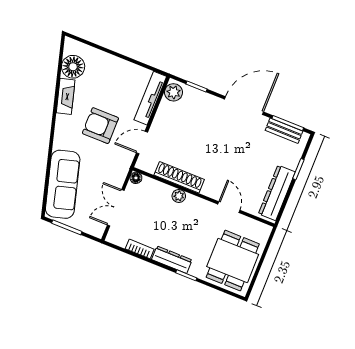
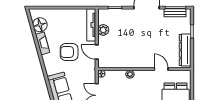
plant: (174, 92) -> (103, 30), moved
door: (142, 142) -> (97, 52), hinge flipped
shoe rack: (179, 177) -> (126, 63), removed

